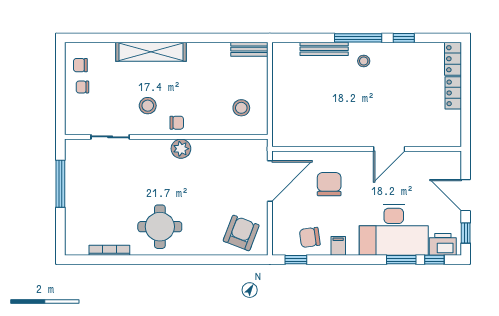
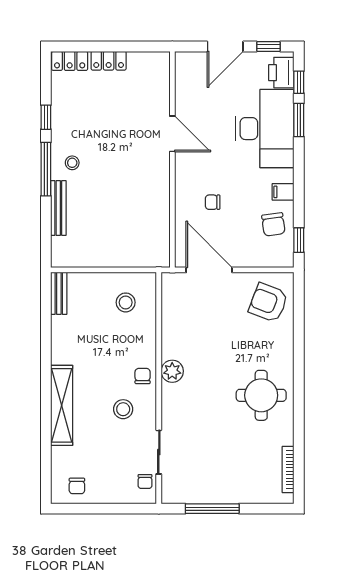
chair: (82, 87) -> (145, 481), moved
chair: (329, 184) -> (213, 202), width x0.54, depth x0.54
bookcase: (109, 250) -> (288, 470), moved

